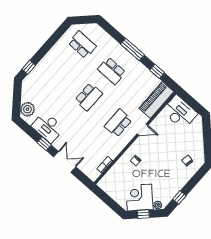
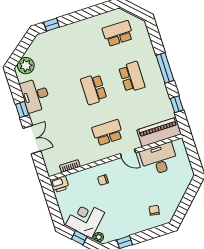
school desk: (82, 45) -> (118, 33), turned -90
school desk: (112, 71) -> (132, 77), turned 180
school desk: (89, 97) -> (94, 89), turned 90
desk: (180, 112) -> (159, 159), moved, turned -90
printer: (105, 183) -> (60, 184), added

